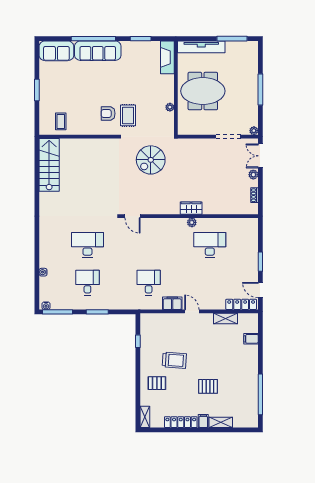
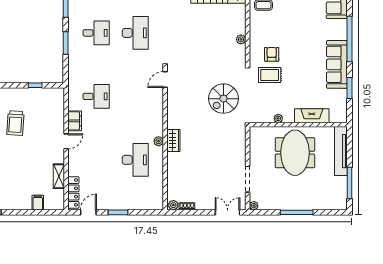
sofa: (98, 51) -> (337, 64), moved
fireplace: (167, 57) -> (312, 116), moved
plant: (94, 143) -> (241, 39), added
spiral stairs: (151, 160) -> (223, 99), turned -90
plant: (253, 175) -> (173, 205), moved

